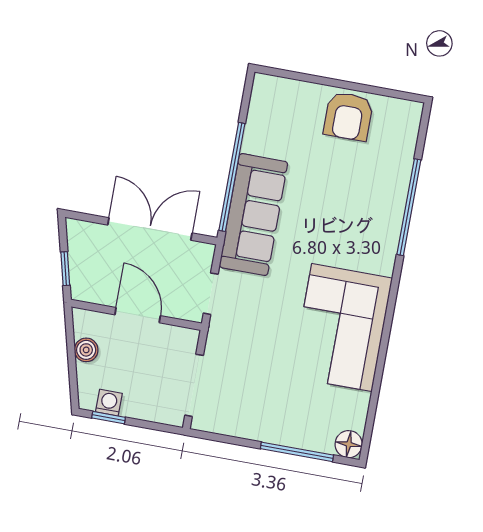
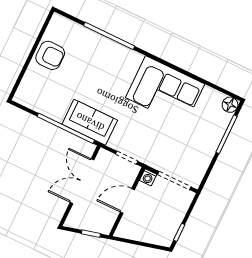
sofa: (253, 215) -> (90, 122), width x0.73
boiler: (86, 350) -> (139, 234), removed
washing machine: (109, 403) -> (148, 177), moved, turned -90

